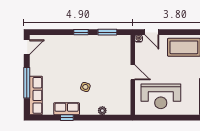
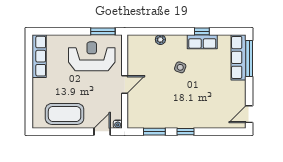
door: (152, 32) -> (102, 132), hinge flipped
door: (133, 72) -> (125, 85), swing flipped
window: (27, 83) -> (249, 59), moved
window: (151, 118) -> (103, 31), added

